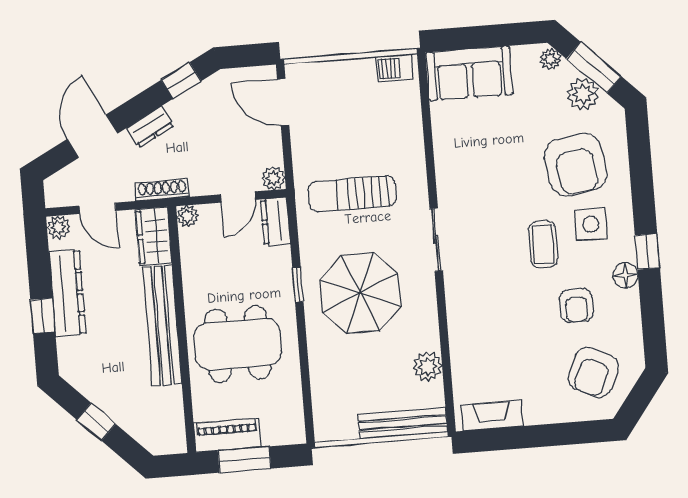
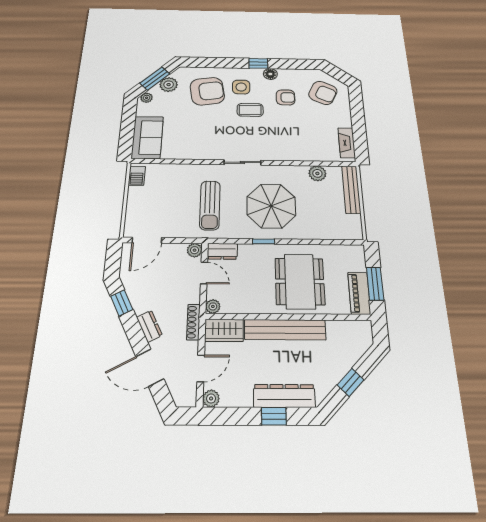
dresser: (67, 293) -> (284, 396), moved

